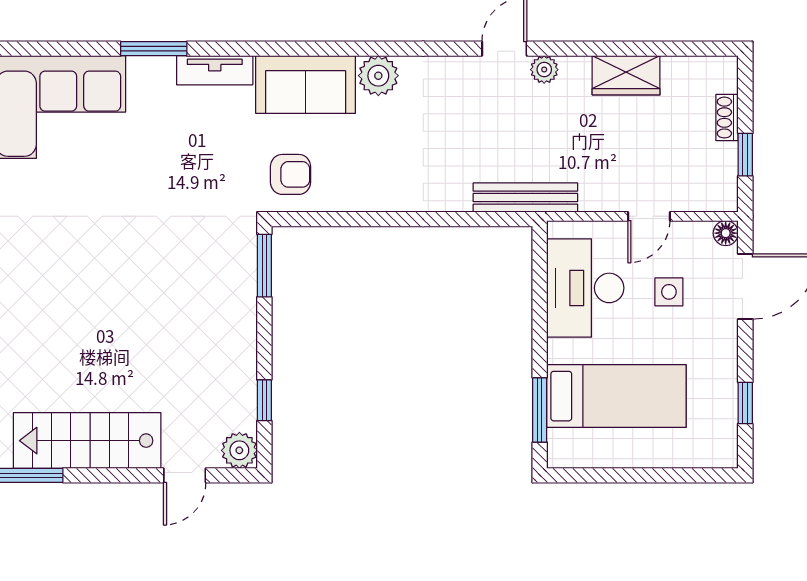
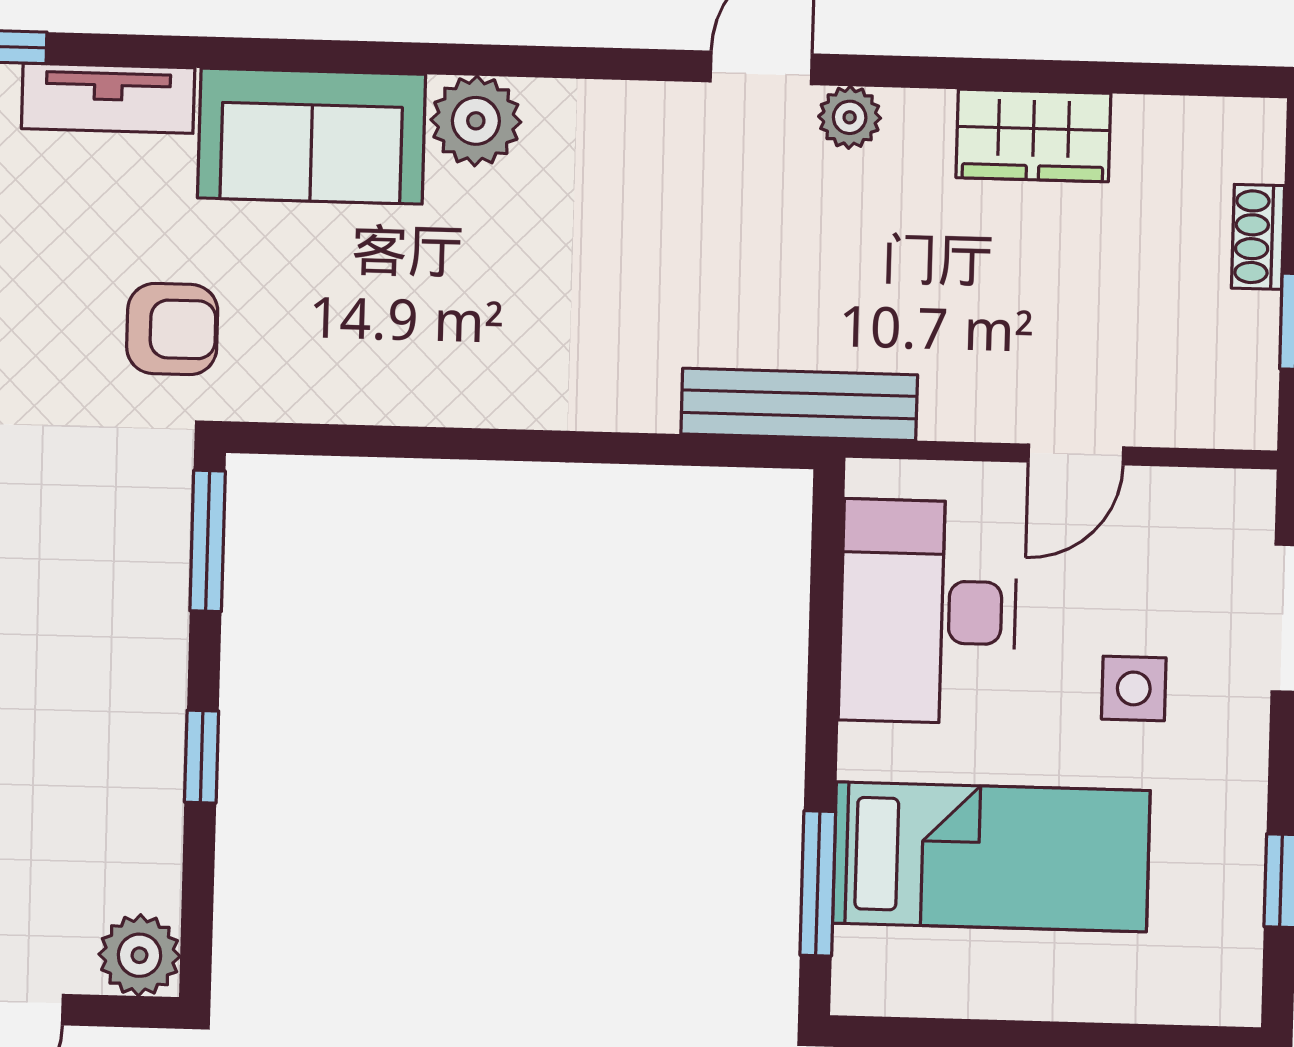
armchair: (290, 174) -> (172, 329), moved
floor lamp: (726, 233) -> (1248, 497), removed
side table: (669, 292) -> (1134, 688), moved
window: (264, 400) -> (202, 757), moved

